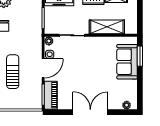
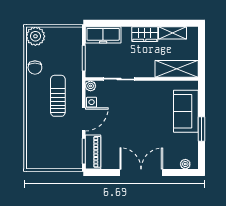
shelving: (107, 27) -> (177, 69), moved
window: (140, 56) -> (201, 129), moved
sun lounger: (13, 72) -> (58, 96), moved

